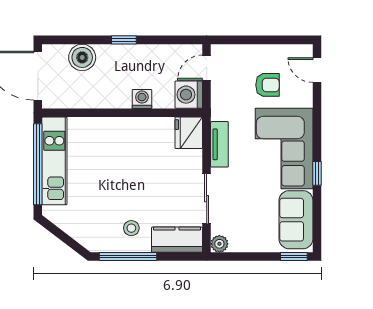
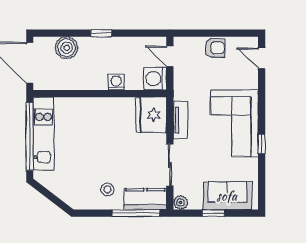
door: (207, 68) -> (170, 56), hinge flipped
armchair: (267, 85) -> (215, 48), moved
fridge: (189, 133) -> (151, 115), width x1.36, depth x1.34
sofa: (296, 220) -> (227, 196), moved, turned 90
window: (128, 257) -> (136, 213), moved
window: (294, 257) -> (213, 213), moved

